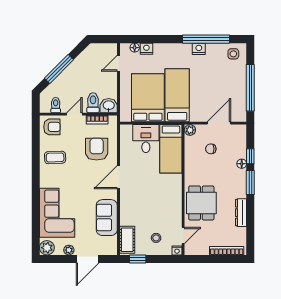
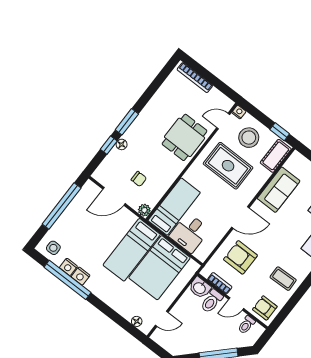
nightstand: (146, 49) -> (68, 267), moved
armchair: (97, 149) -> (240, 257), turned 90
rug: (155, 207) -> (228, 166), added
dresser: (241, 213) -> (156, 101), removed
stool: (156, 238) -> (249, 138), width x1.89, depth x1.89

